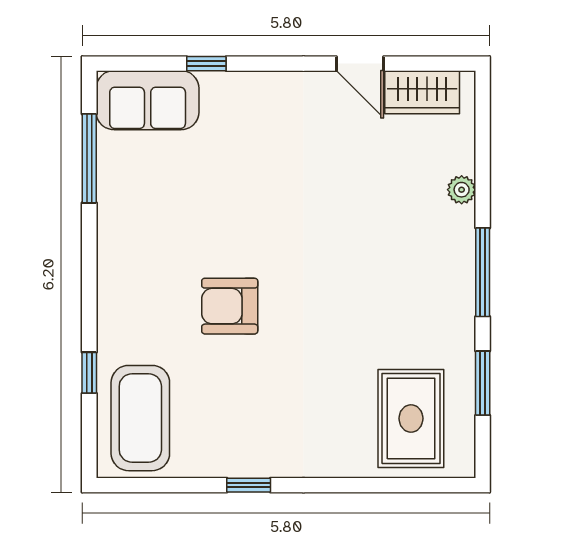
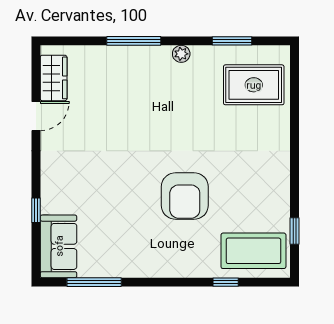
plant: (462, 190) -> (181, 54), moved
window: (483, 272) -> (134, 41), moved
armchair: (230, 306) -> (185, 196), width x1.36, depth x1.36
window: (249, 485) -> (295, 231), moved

